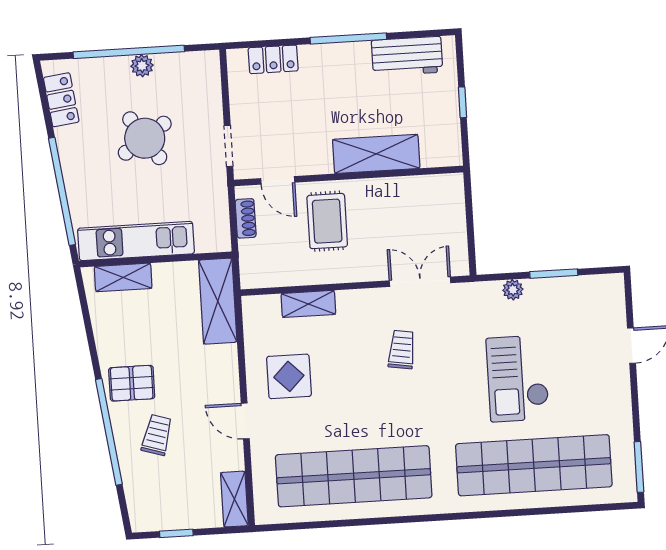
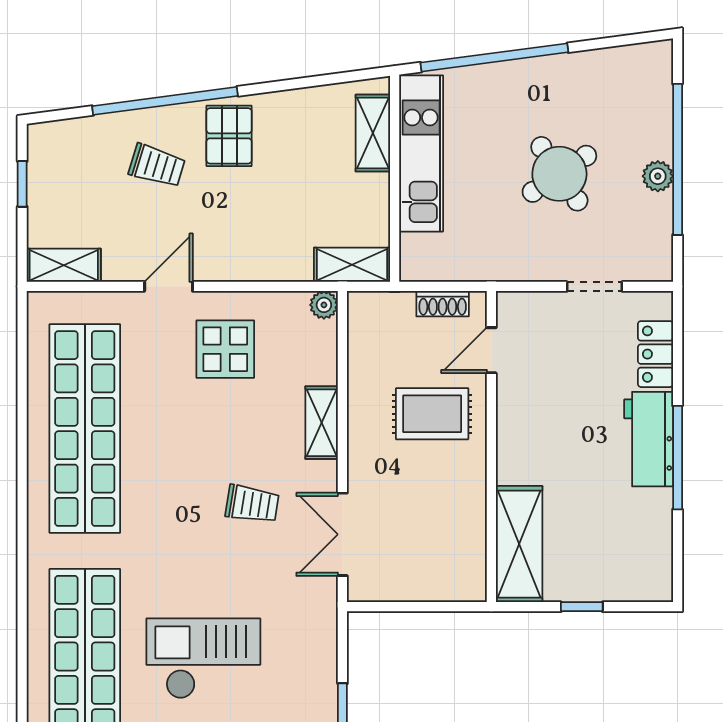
workbench: (407, 56) -> (649, 439), moved
locker: (61, 100) -> (618, 64), removed
doorway: (228, 146) -> (594, 286), moved
shelving: (376, 154) -> (519, 544), moved
double door: (420, 282) -> (342, 534), swing flipped
plant: (513, 290) -> (324, 305), moved
shelving: (218, 301) -> (352, 265), width x0.67, depth x0.75
shelving: (308, 304) -> (322, 423), moved

